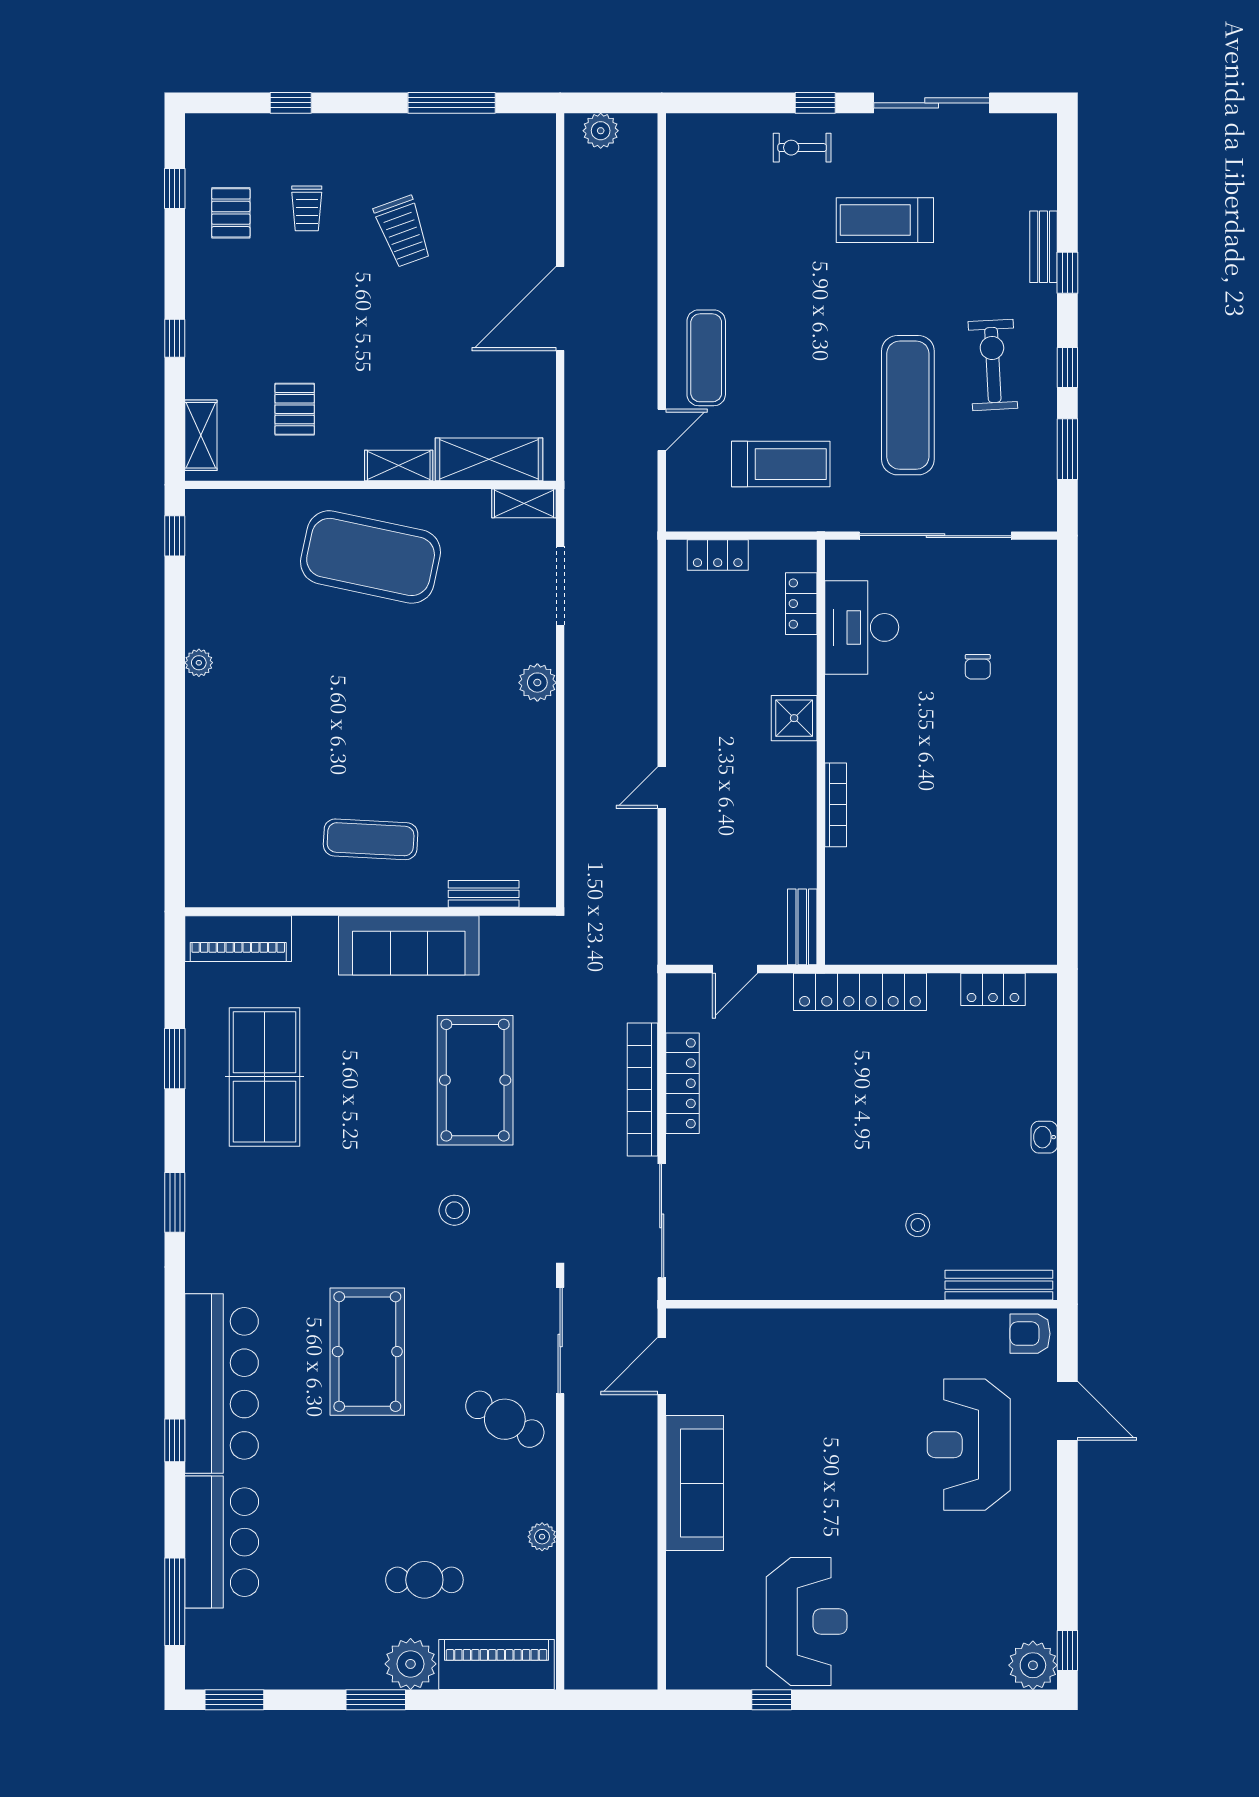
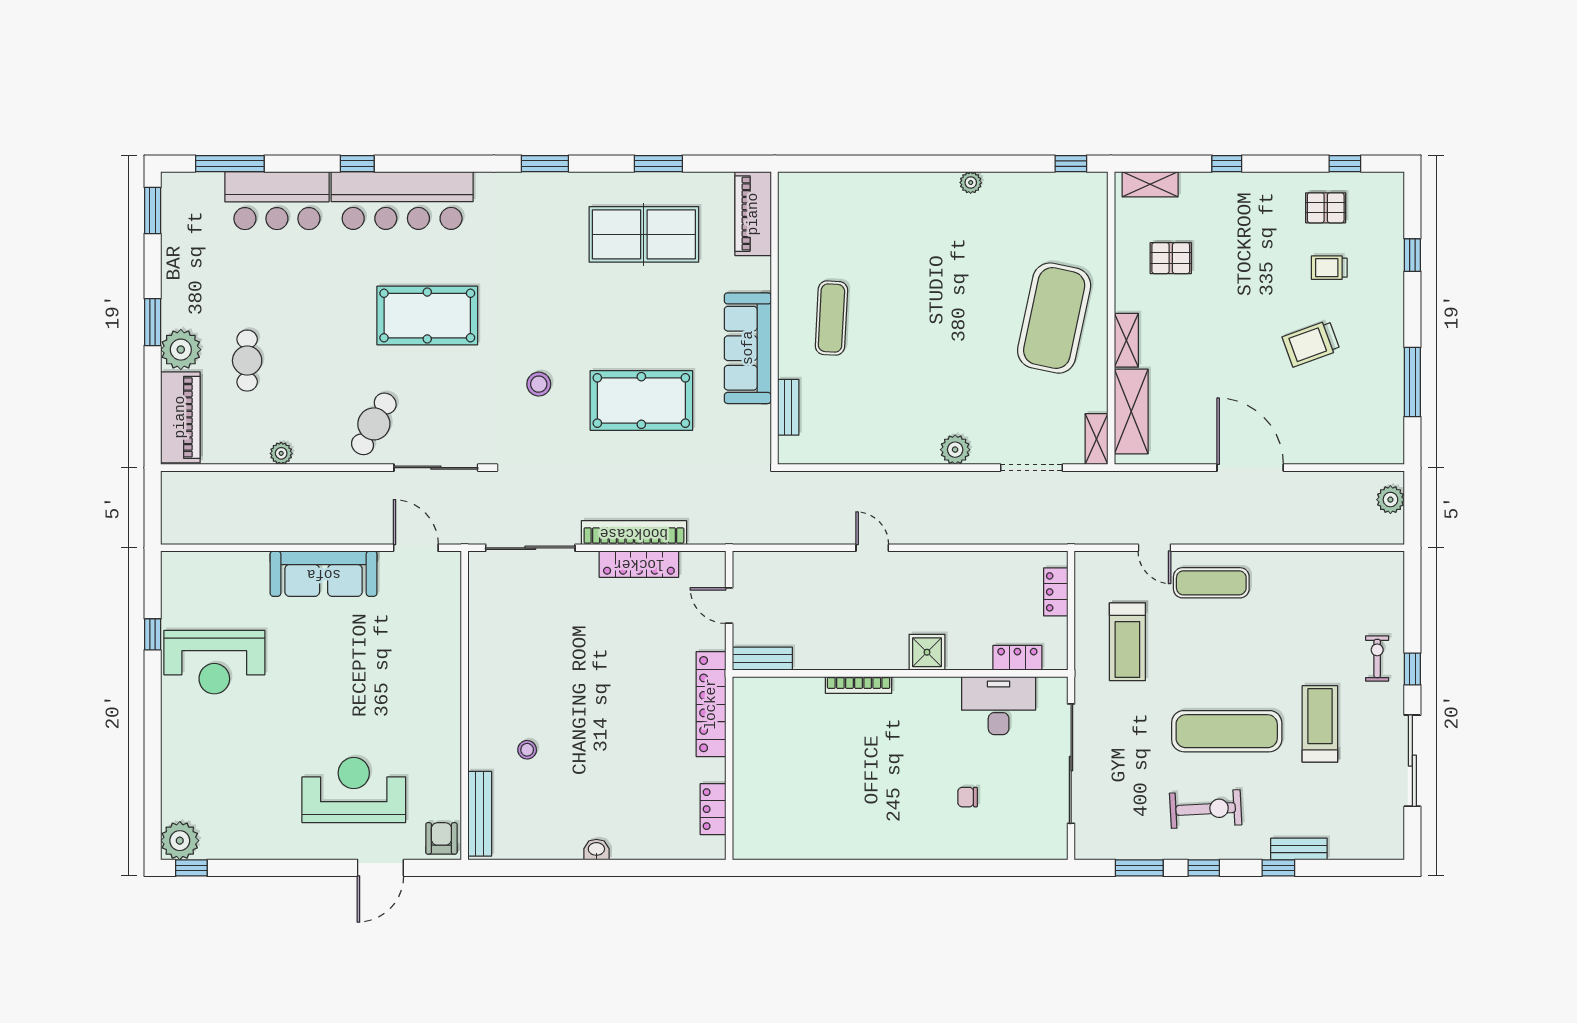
exercise mat: (908, 405) -> (1227, 731), moved

